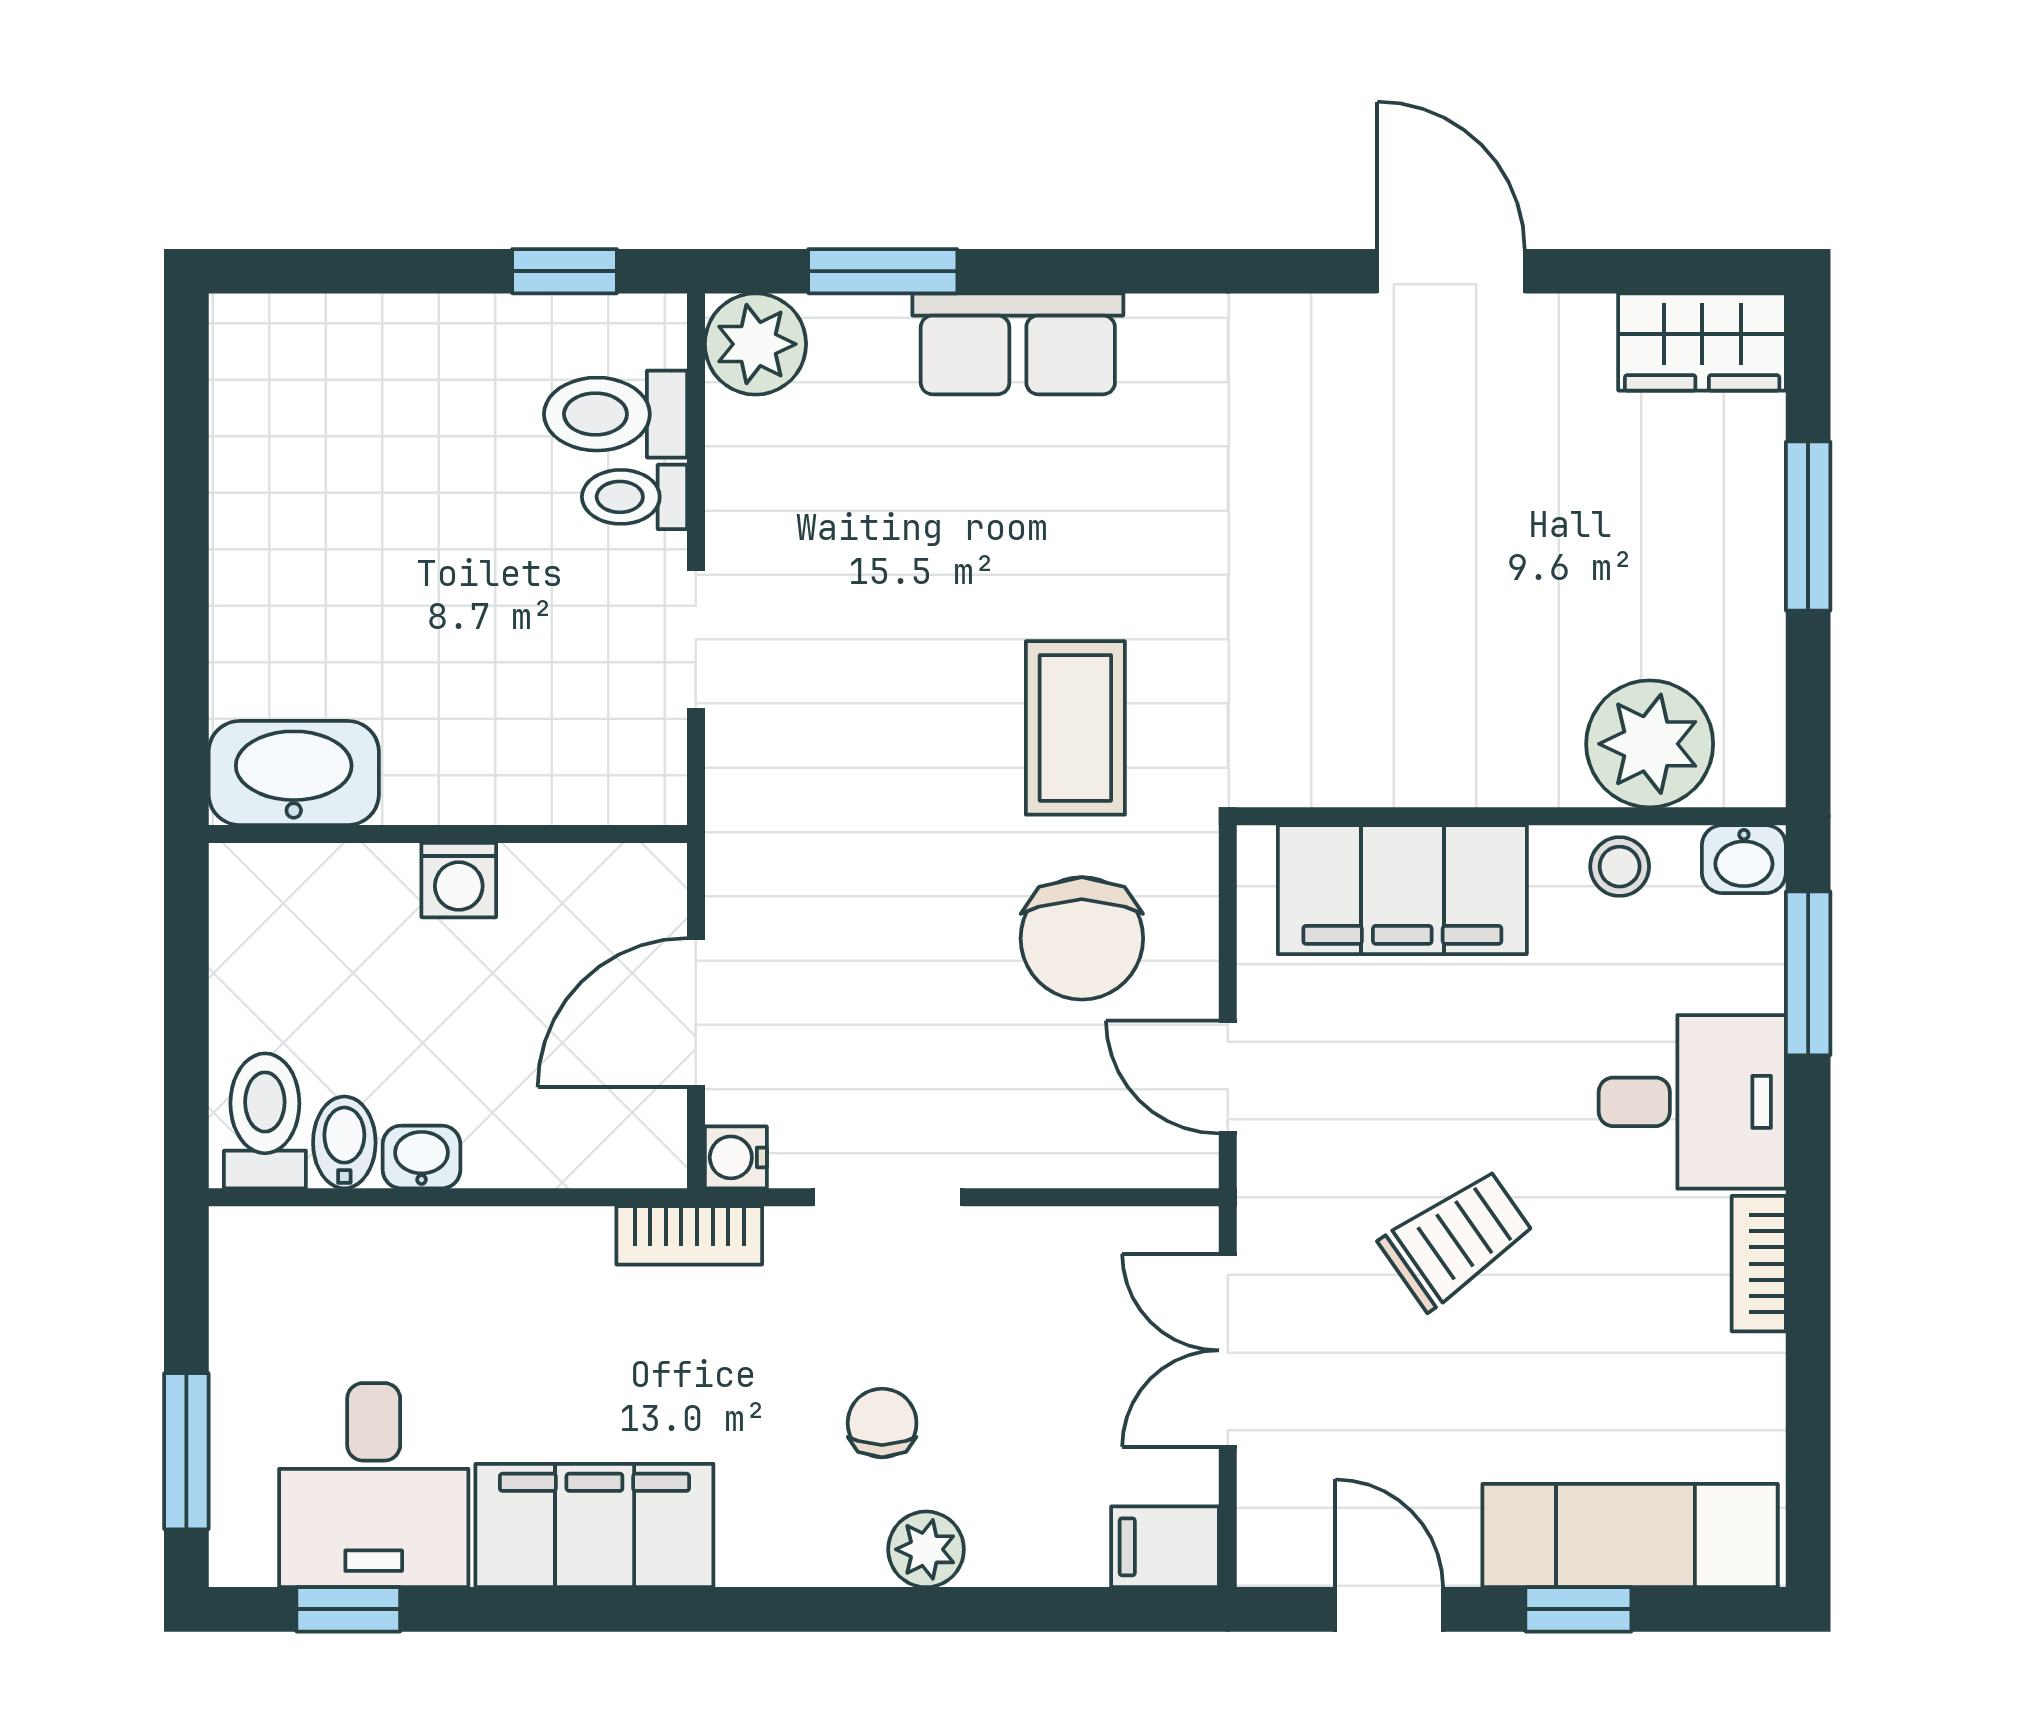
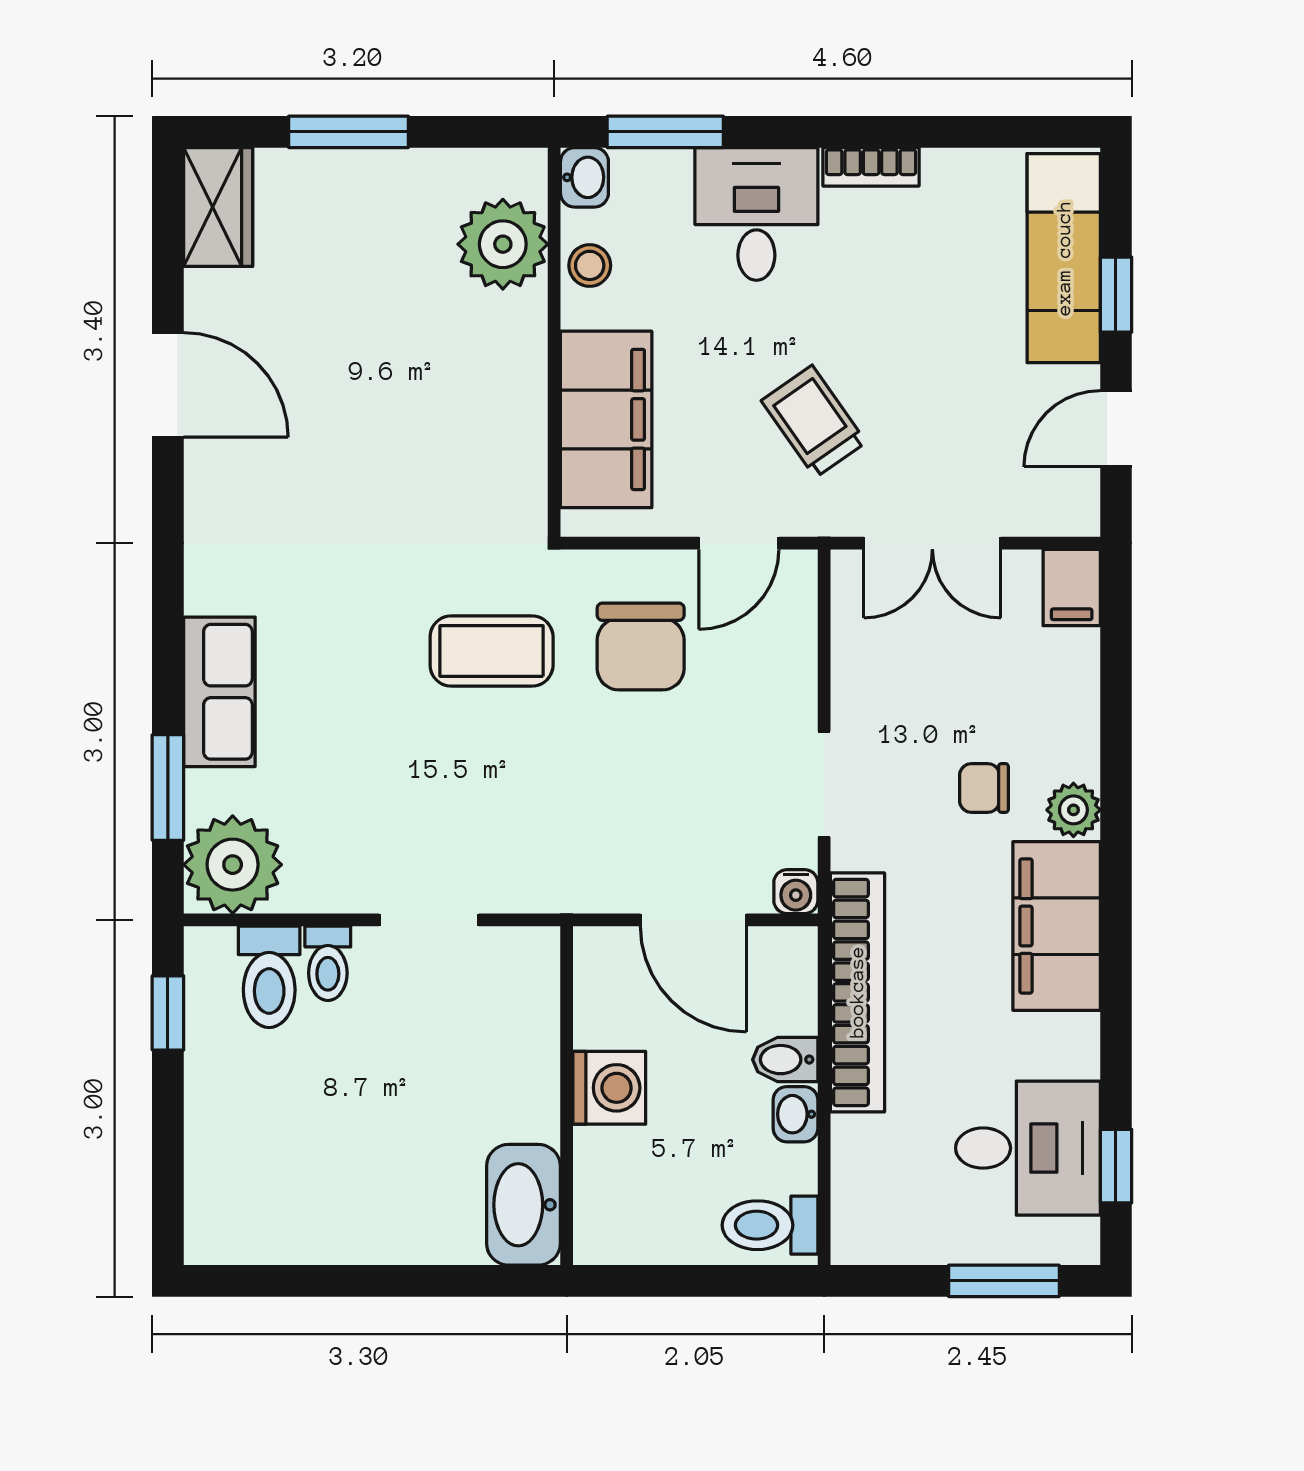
door: (1451, 271) -> (168, 385), swing flipped
plant: (755, 344) -> (233, 865), width x1.36, depth x1.36
washing machine: (459, 880) -> (609, 1088), width x1.38, depth x1.38
chair: (1082, 938) -> (641, 646), turned 90
bidet: (344, 1142) -> (785, 1060), moved
bookcase: (689, 1235) -> (857, 992), width x2.31, depth x1.31
trolley: (1457, 1239) -> (814, 421), moved
filing cabinet: (594, 1526) -> (1057, 926), moved
plant: (926, 1549) -> (1073, 810), moved

